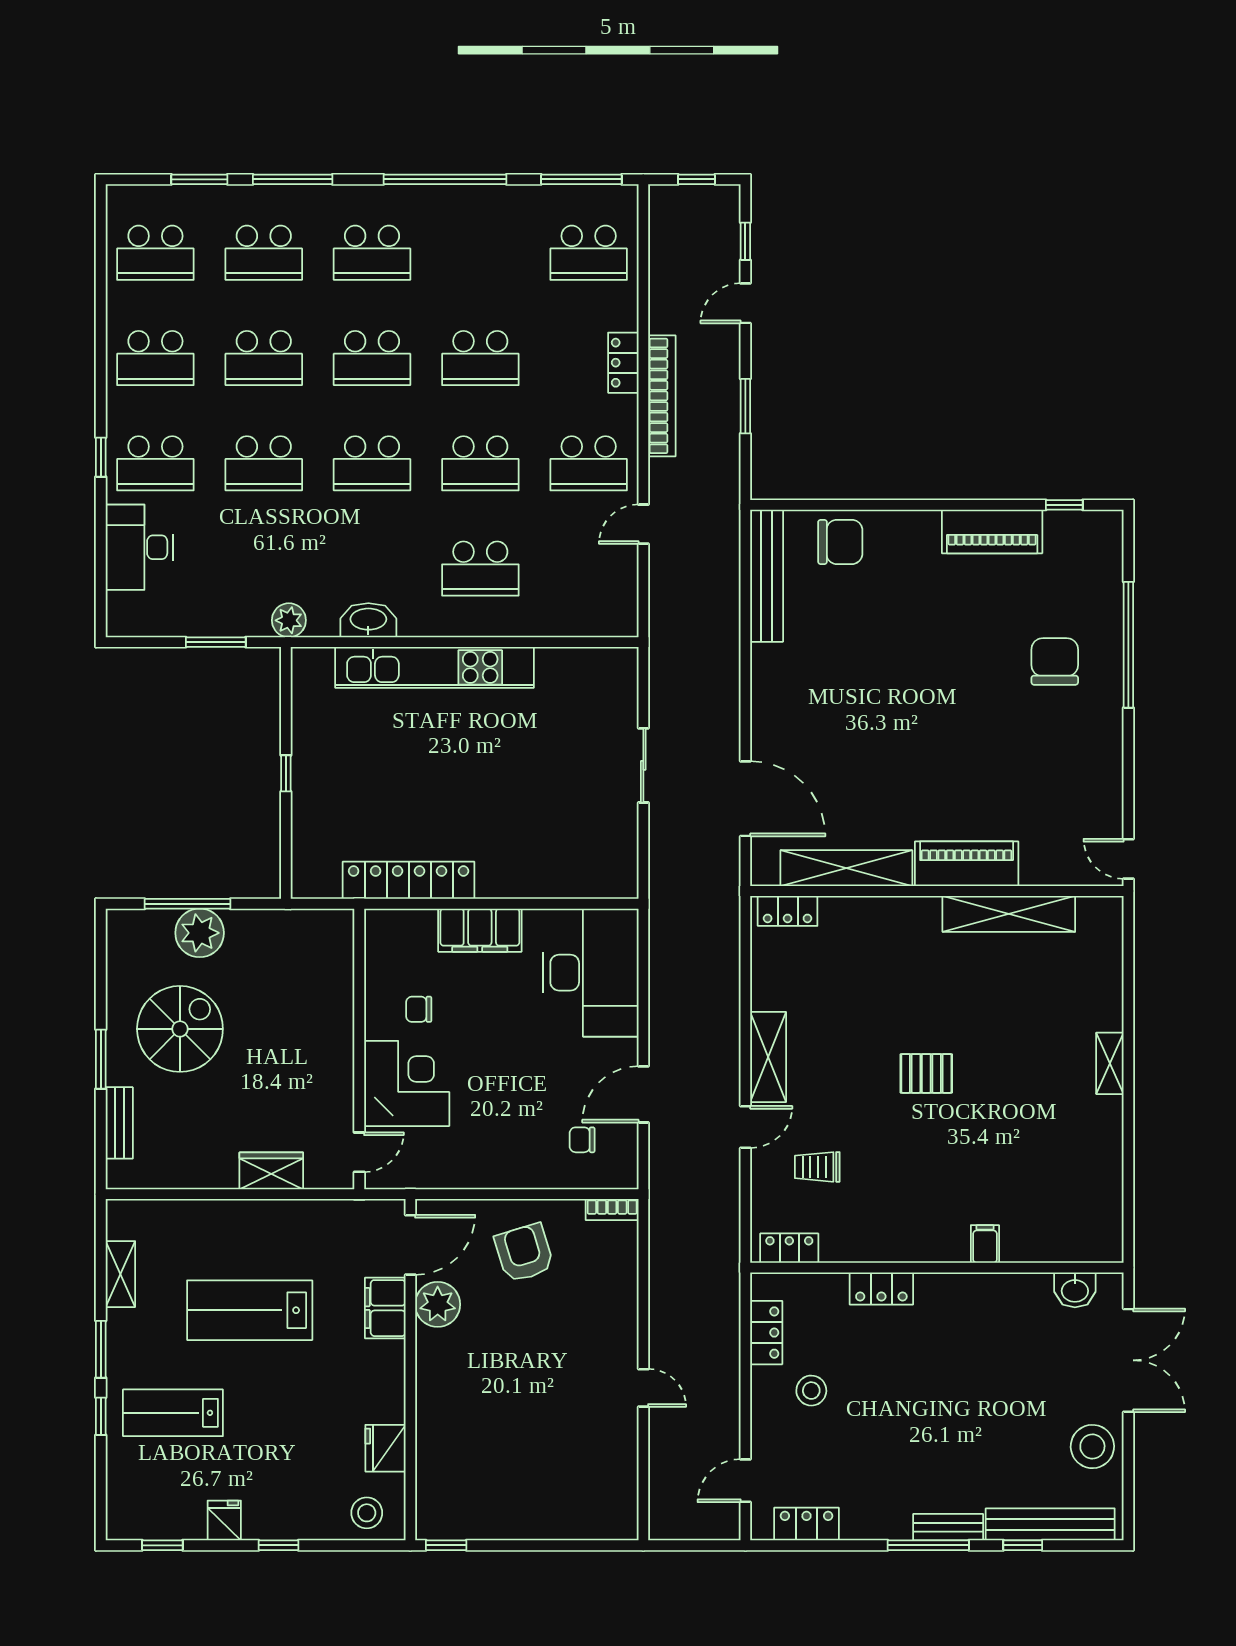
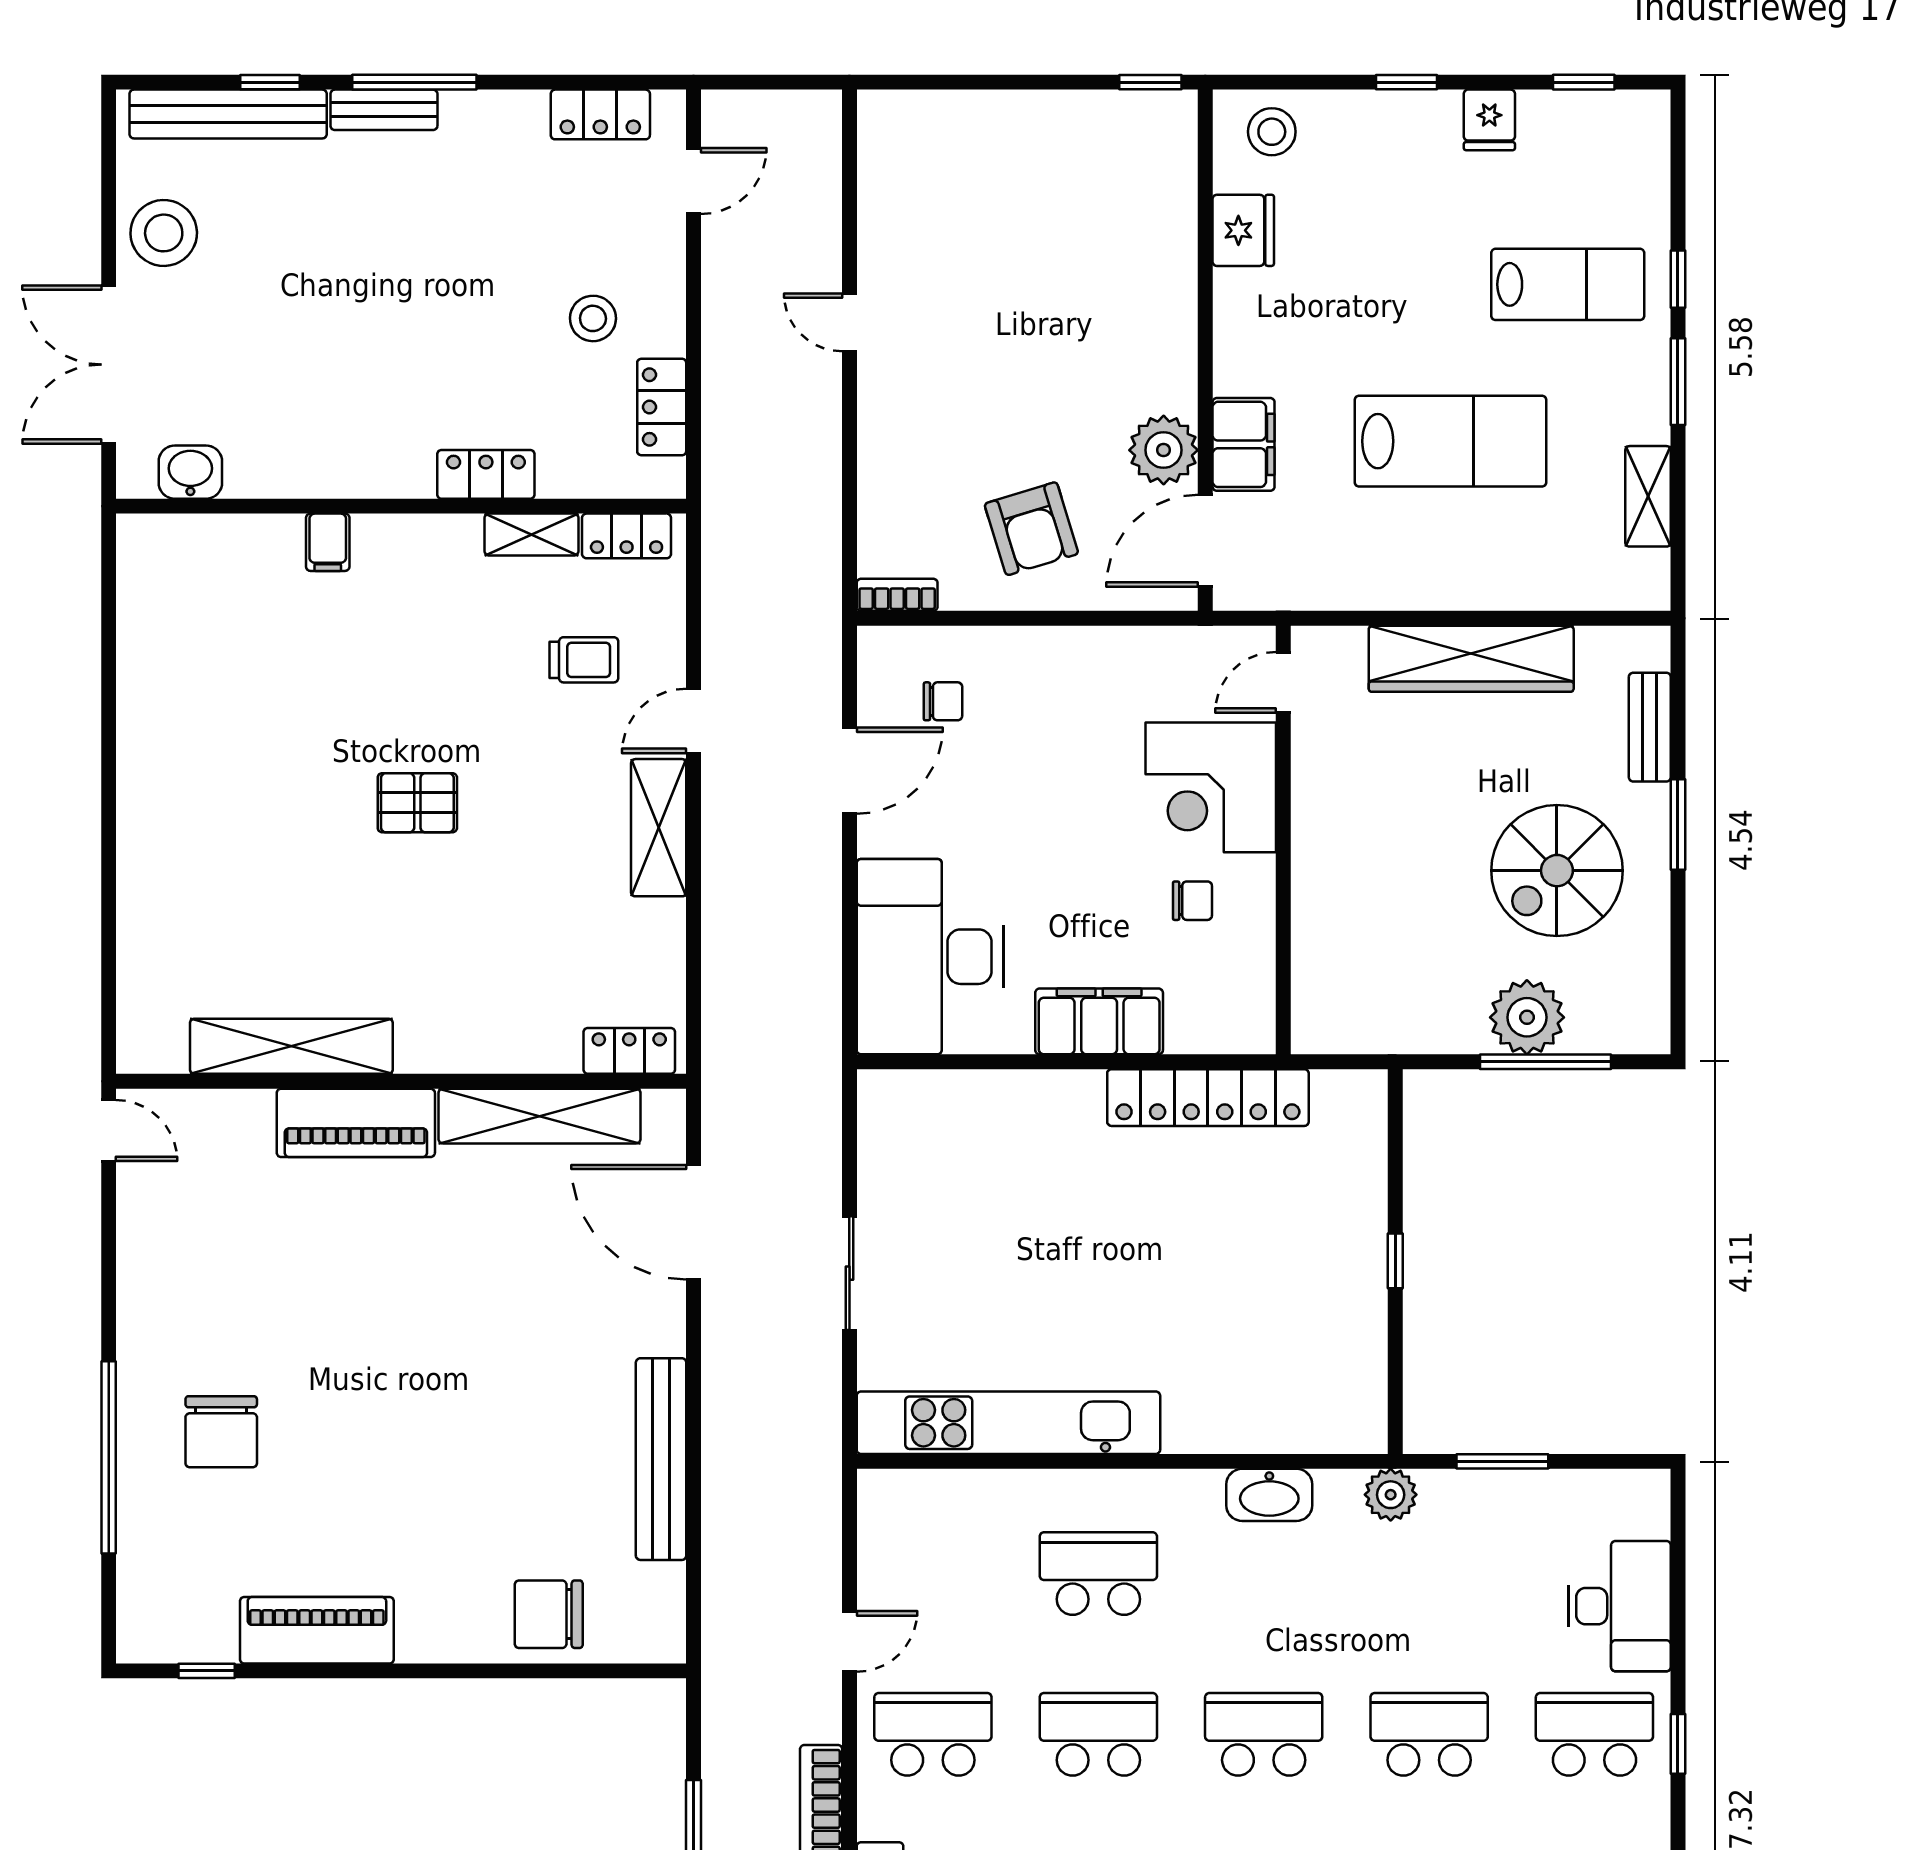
bench: (767, 576) -> (661, 1459), moved
kitchen unit: (435, 667) -> (1008, 1423), moved
shelving: (1110, 1063) -> (532, 535), moved, turned 90
wardrobe: (271, 1171) -> (1471, 659), width x2.10, depth x1.17

